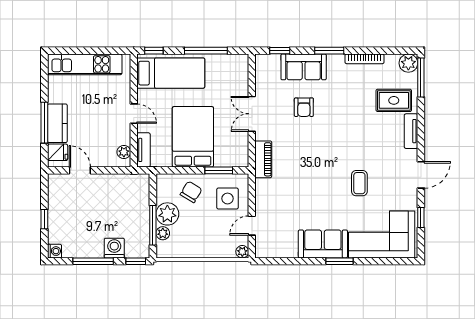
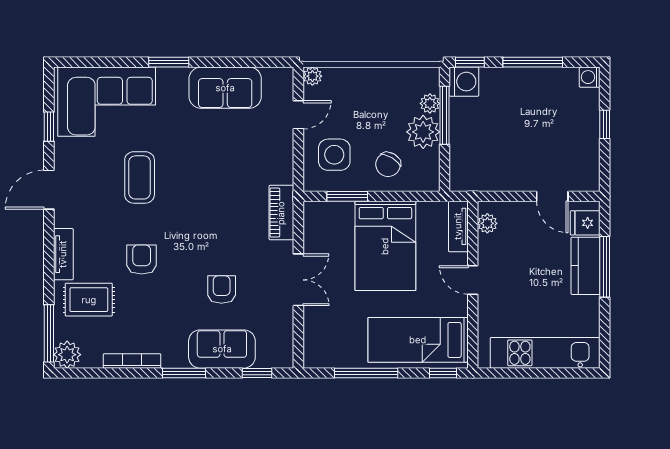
armchair: (358, 128) -> (142, 259), added
coffee table: (359, 183) -> (140, 177), width x1.36, depth x1.30
sofa: (323, 244) -> (225, 88), moved
washing machine: (114, 248) -> (464, 82), moved, turned -90

